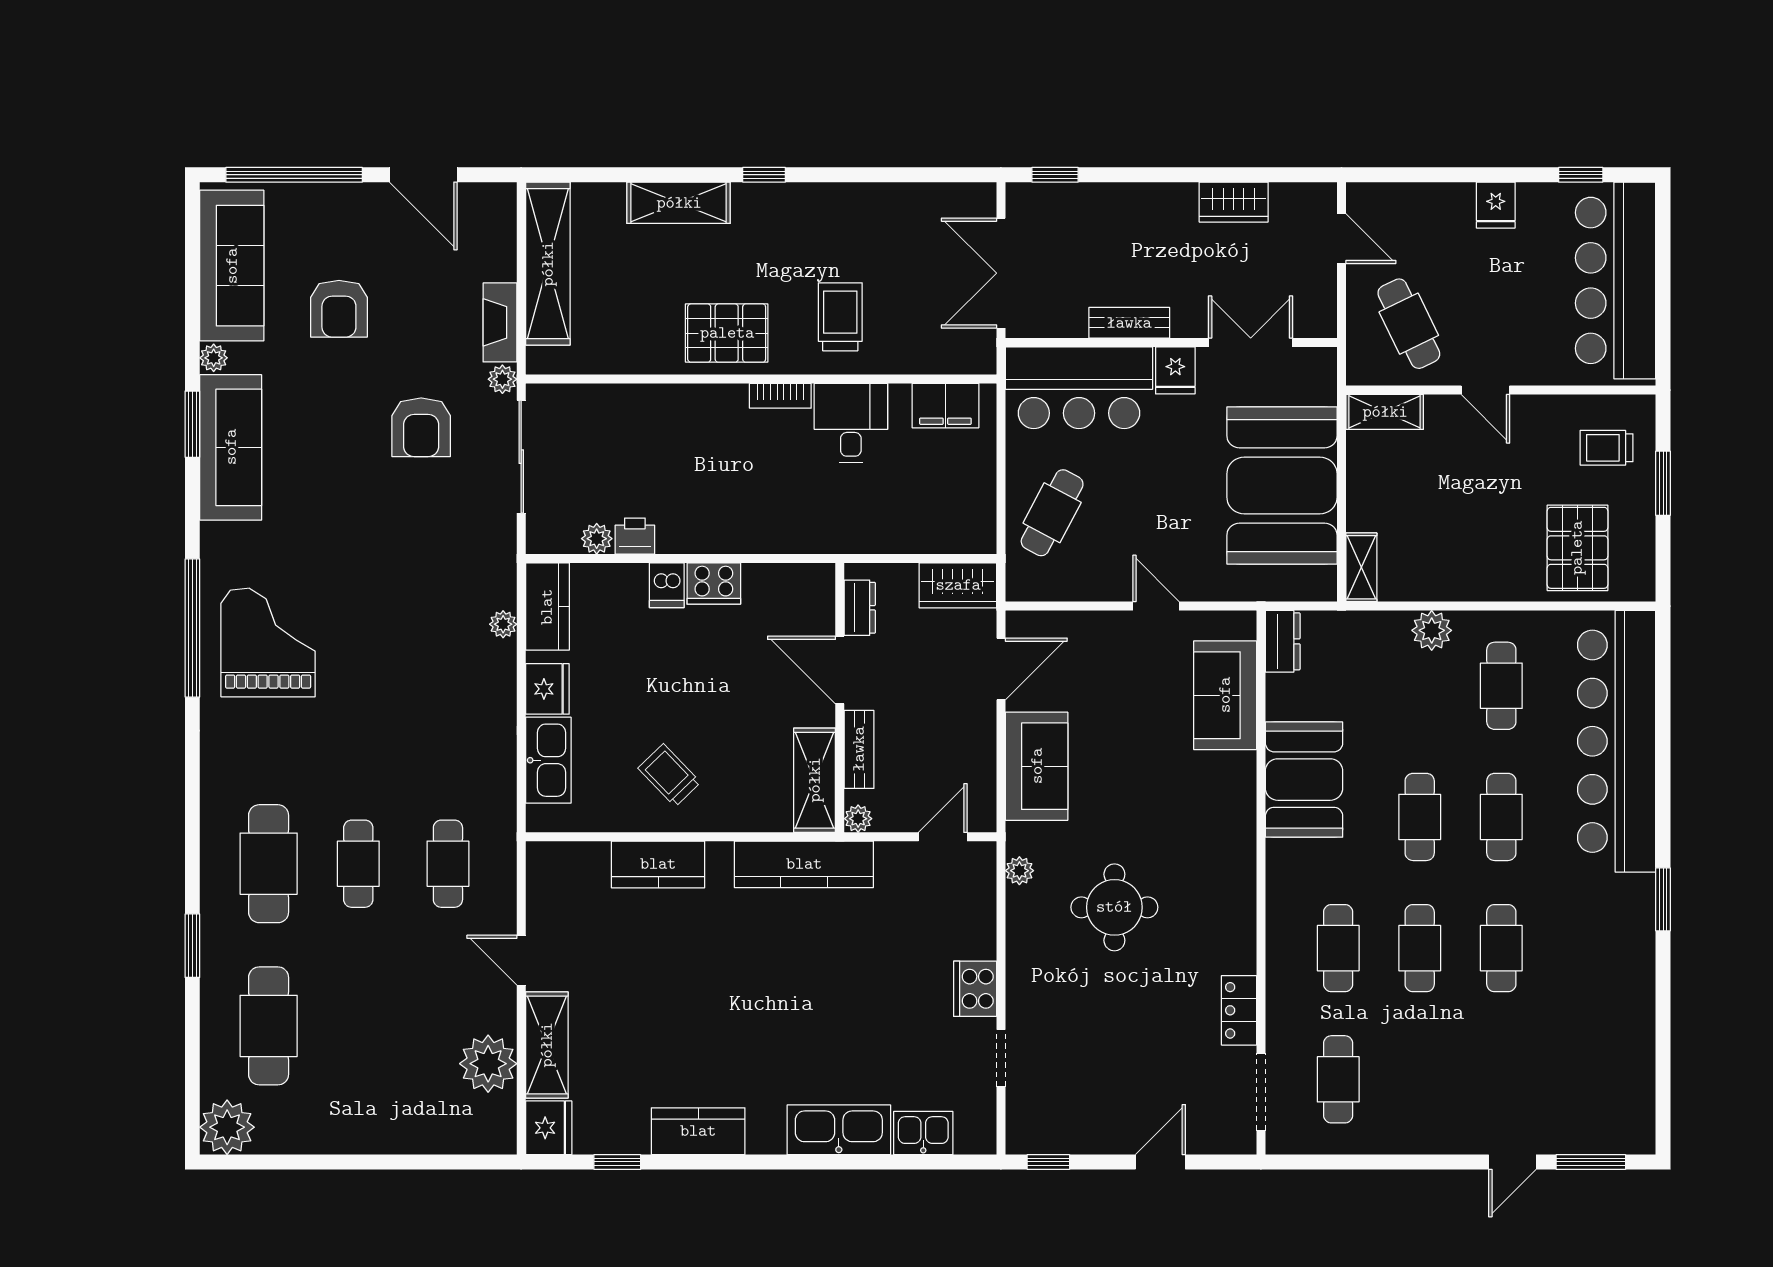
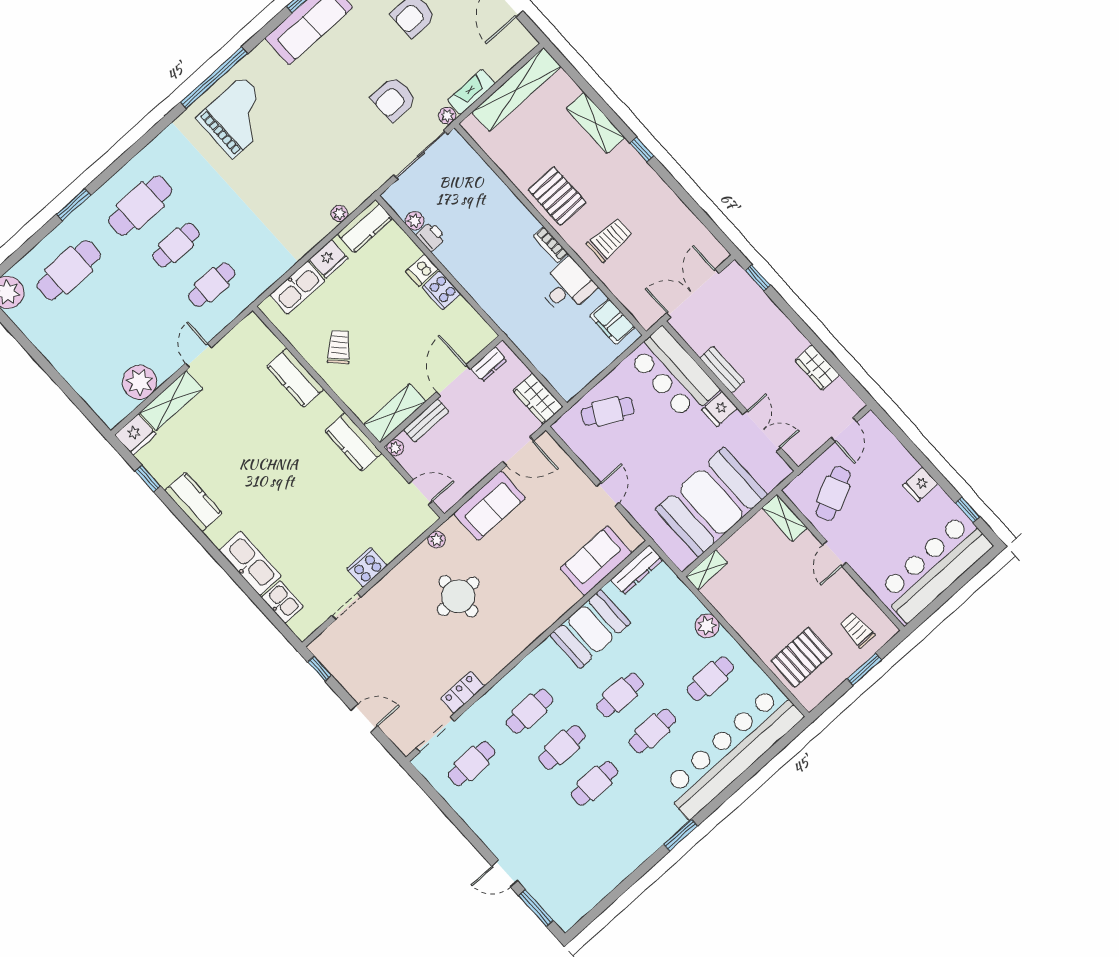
dresser: (1283, 641) -> (637, 570), width x1.44
kitchen counter: (804, 864) -> (353, 442), width x0.67

